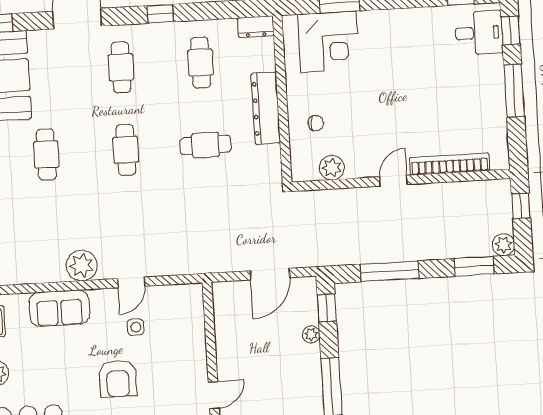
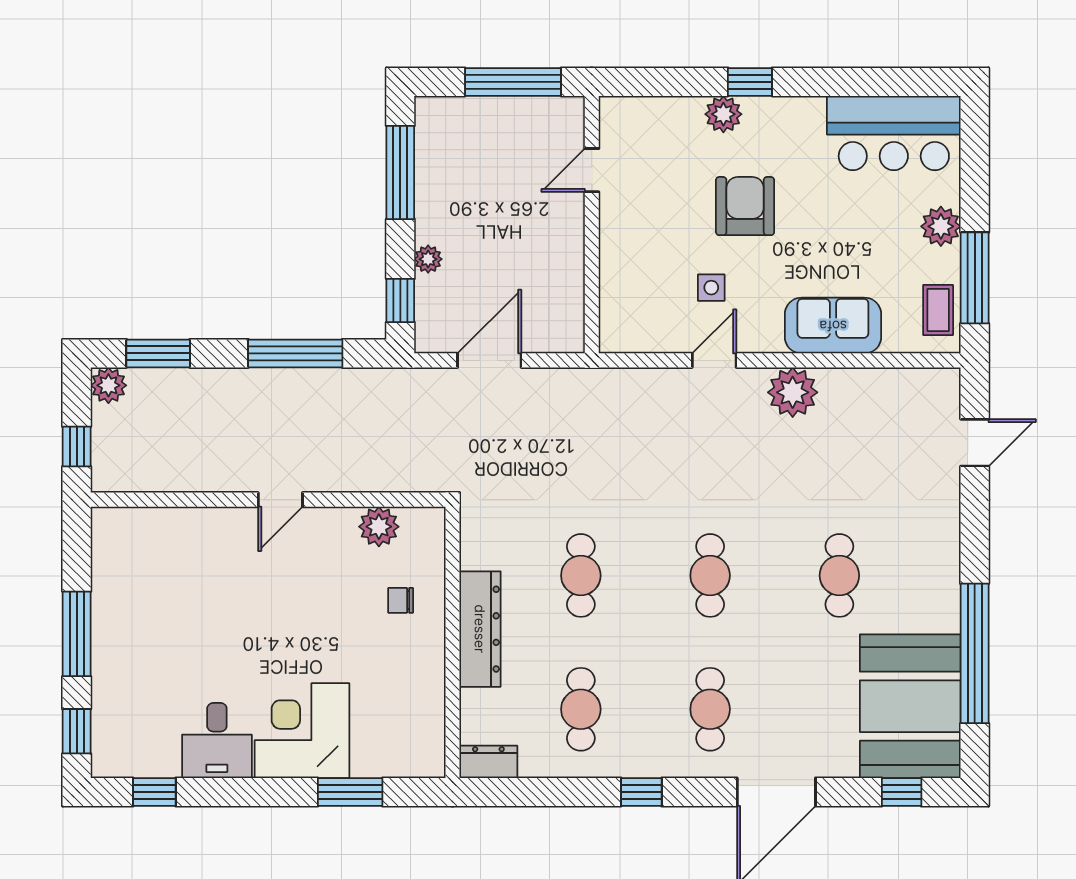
desk: (479, 33) -> (217, 741), moved, turned -90
corner desk: (329, 42) -> (302, 731), moved
cafe table: (206, 145) -> (581, 575), turned 90
bookcase: (450, 164) -> (188, 521), removed

